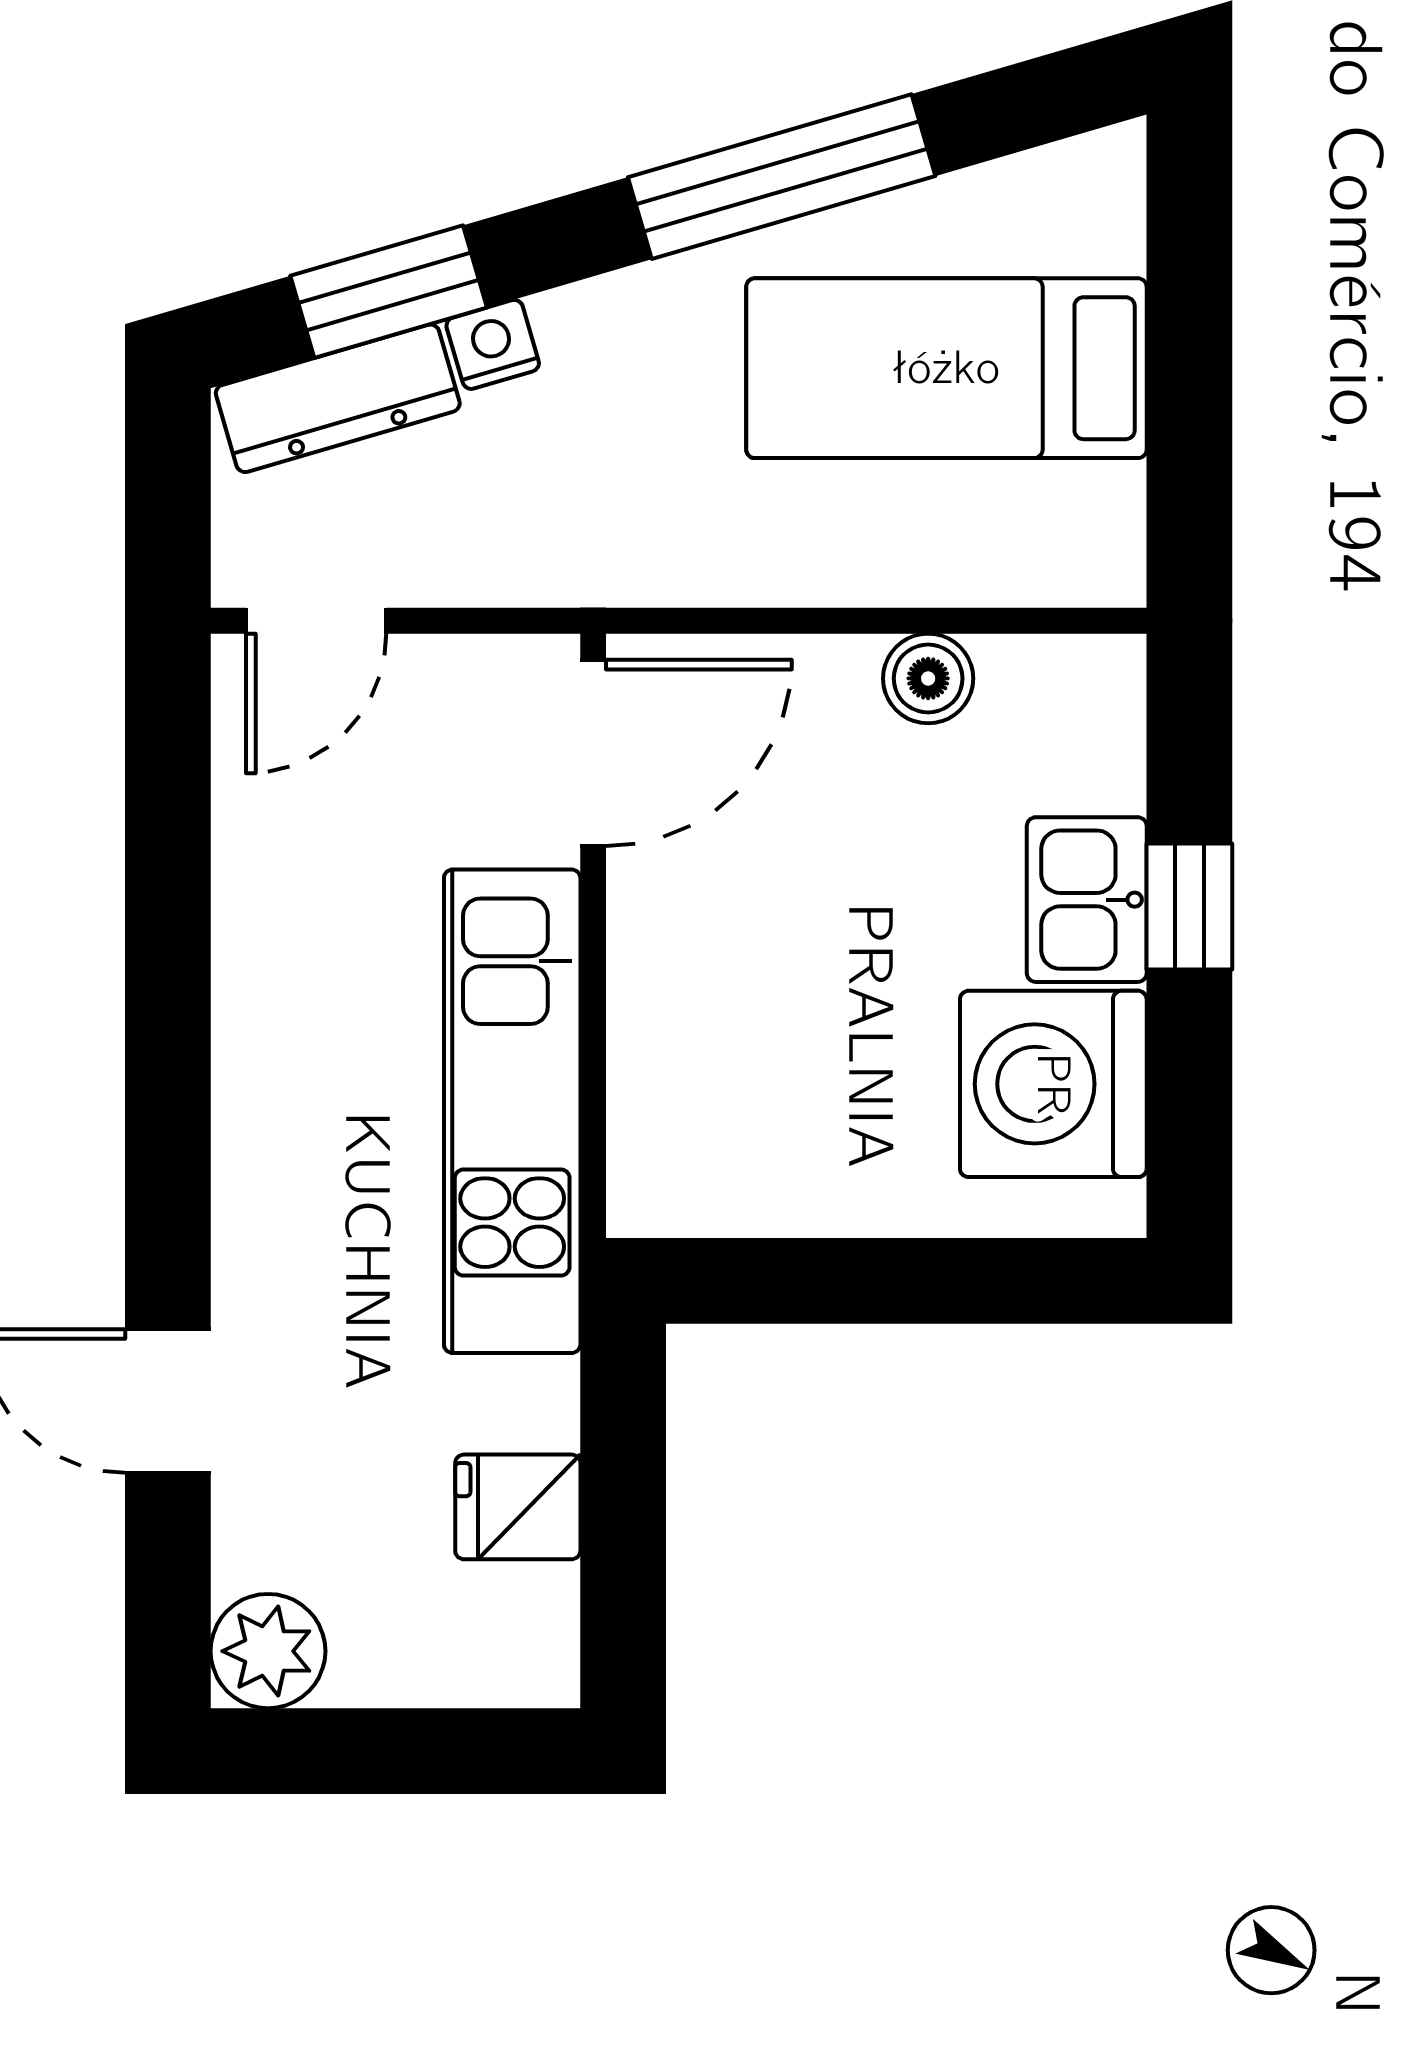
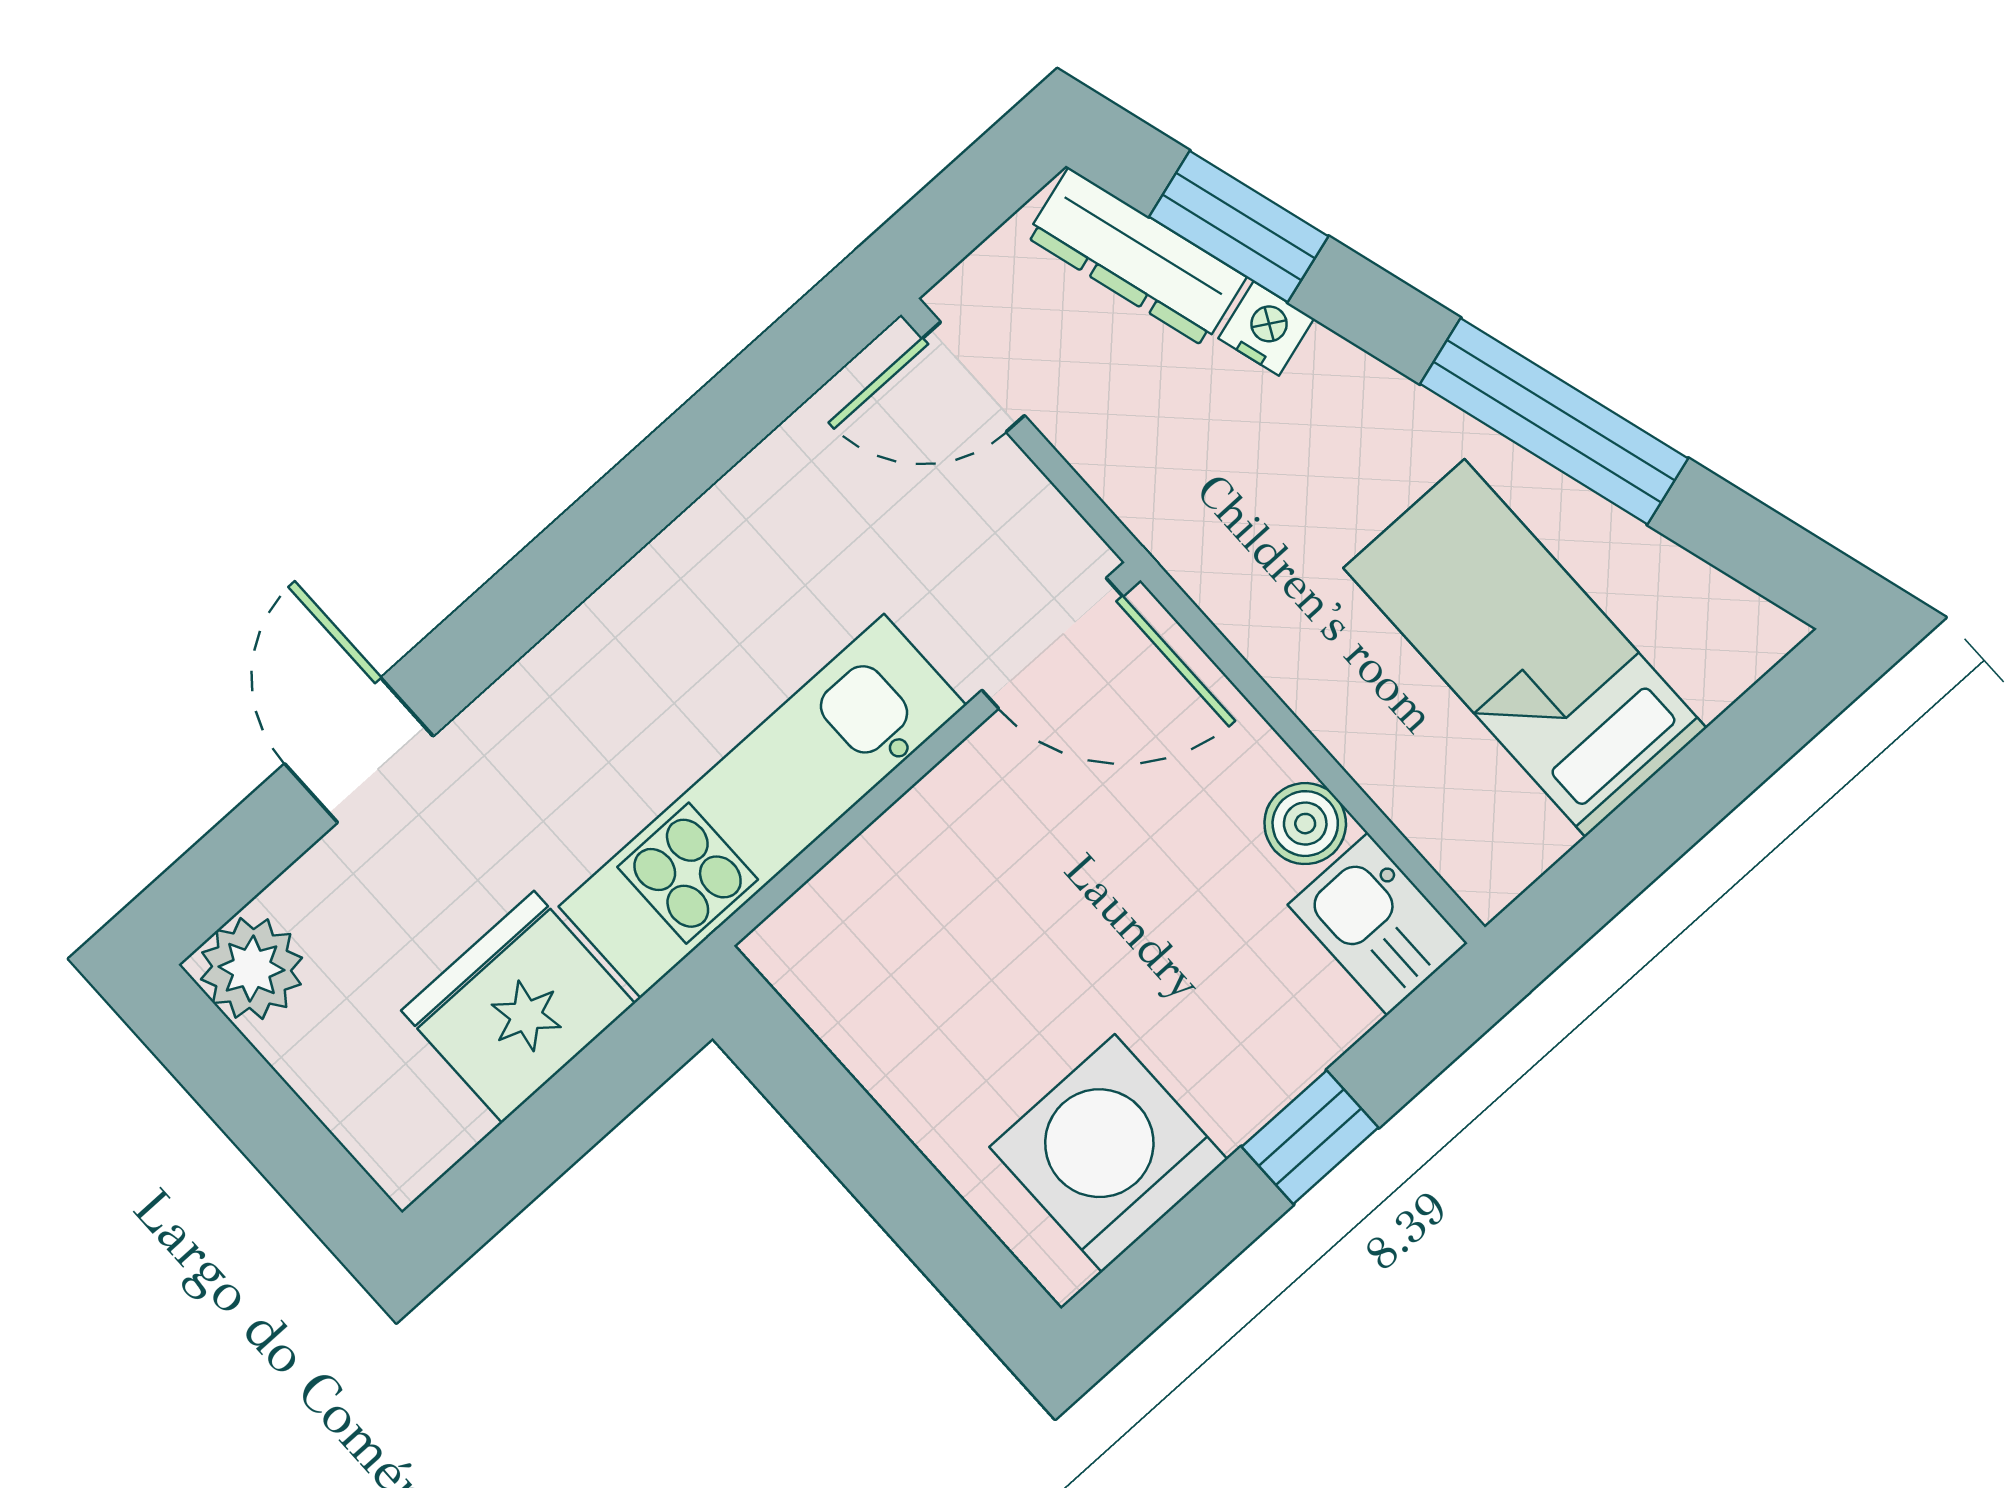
kitchen sink: (1087, 900) -> (1378, 924), moved, turned -90
fridge: (518, 1507) -> (518, 1007), width x1.88, depth x1.34

